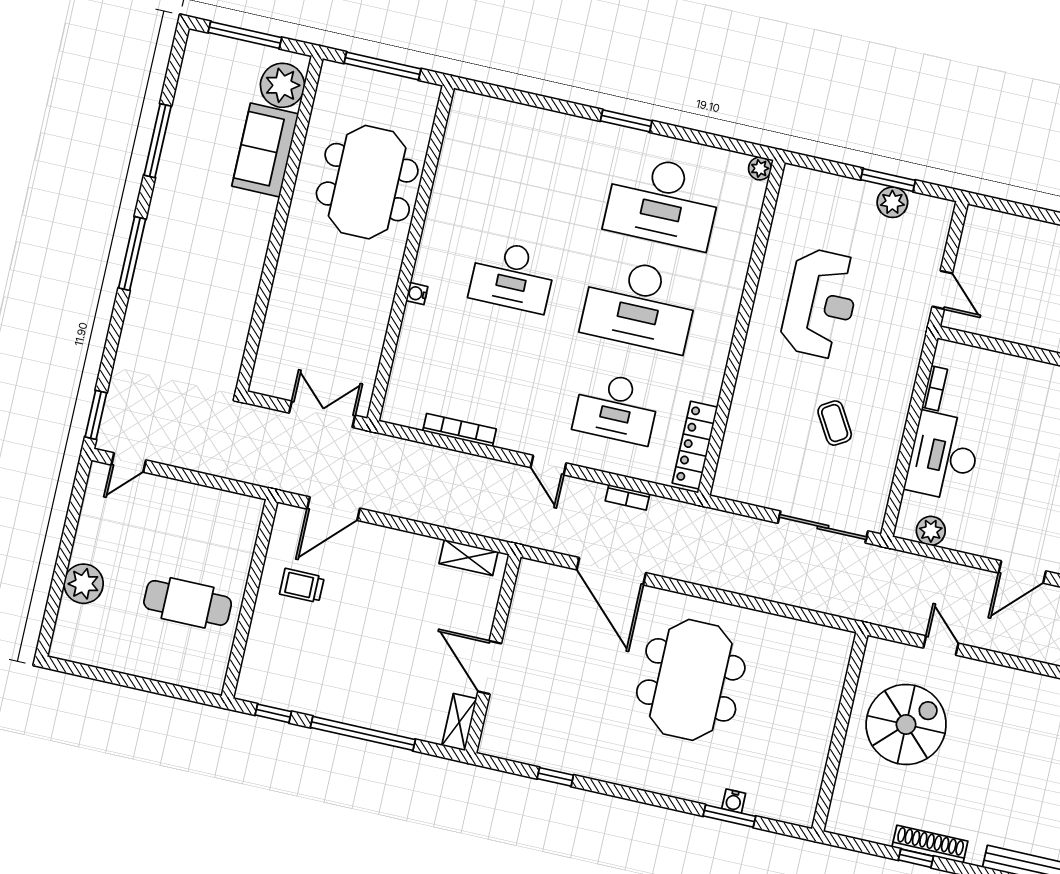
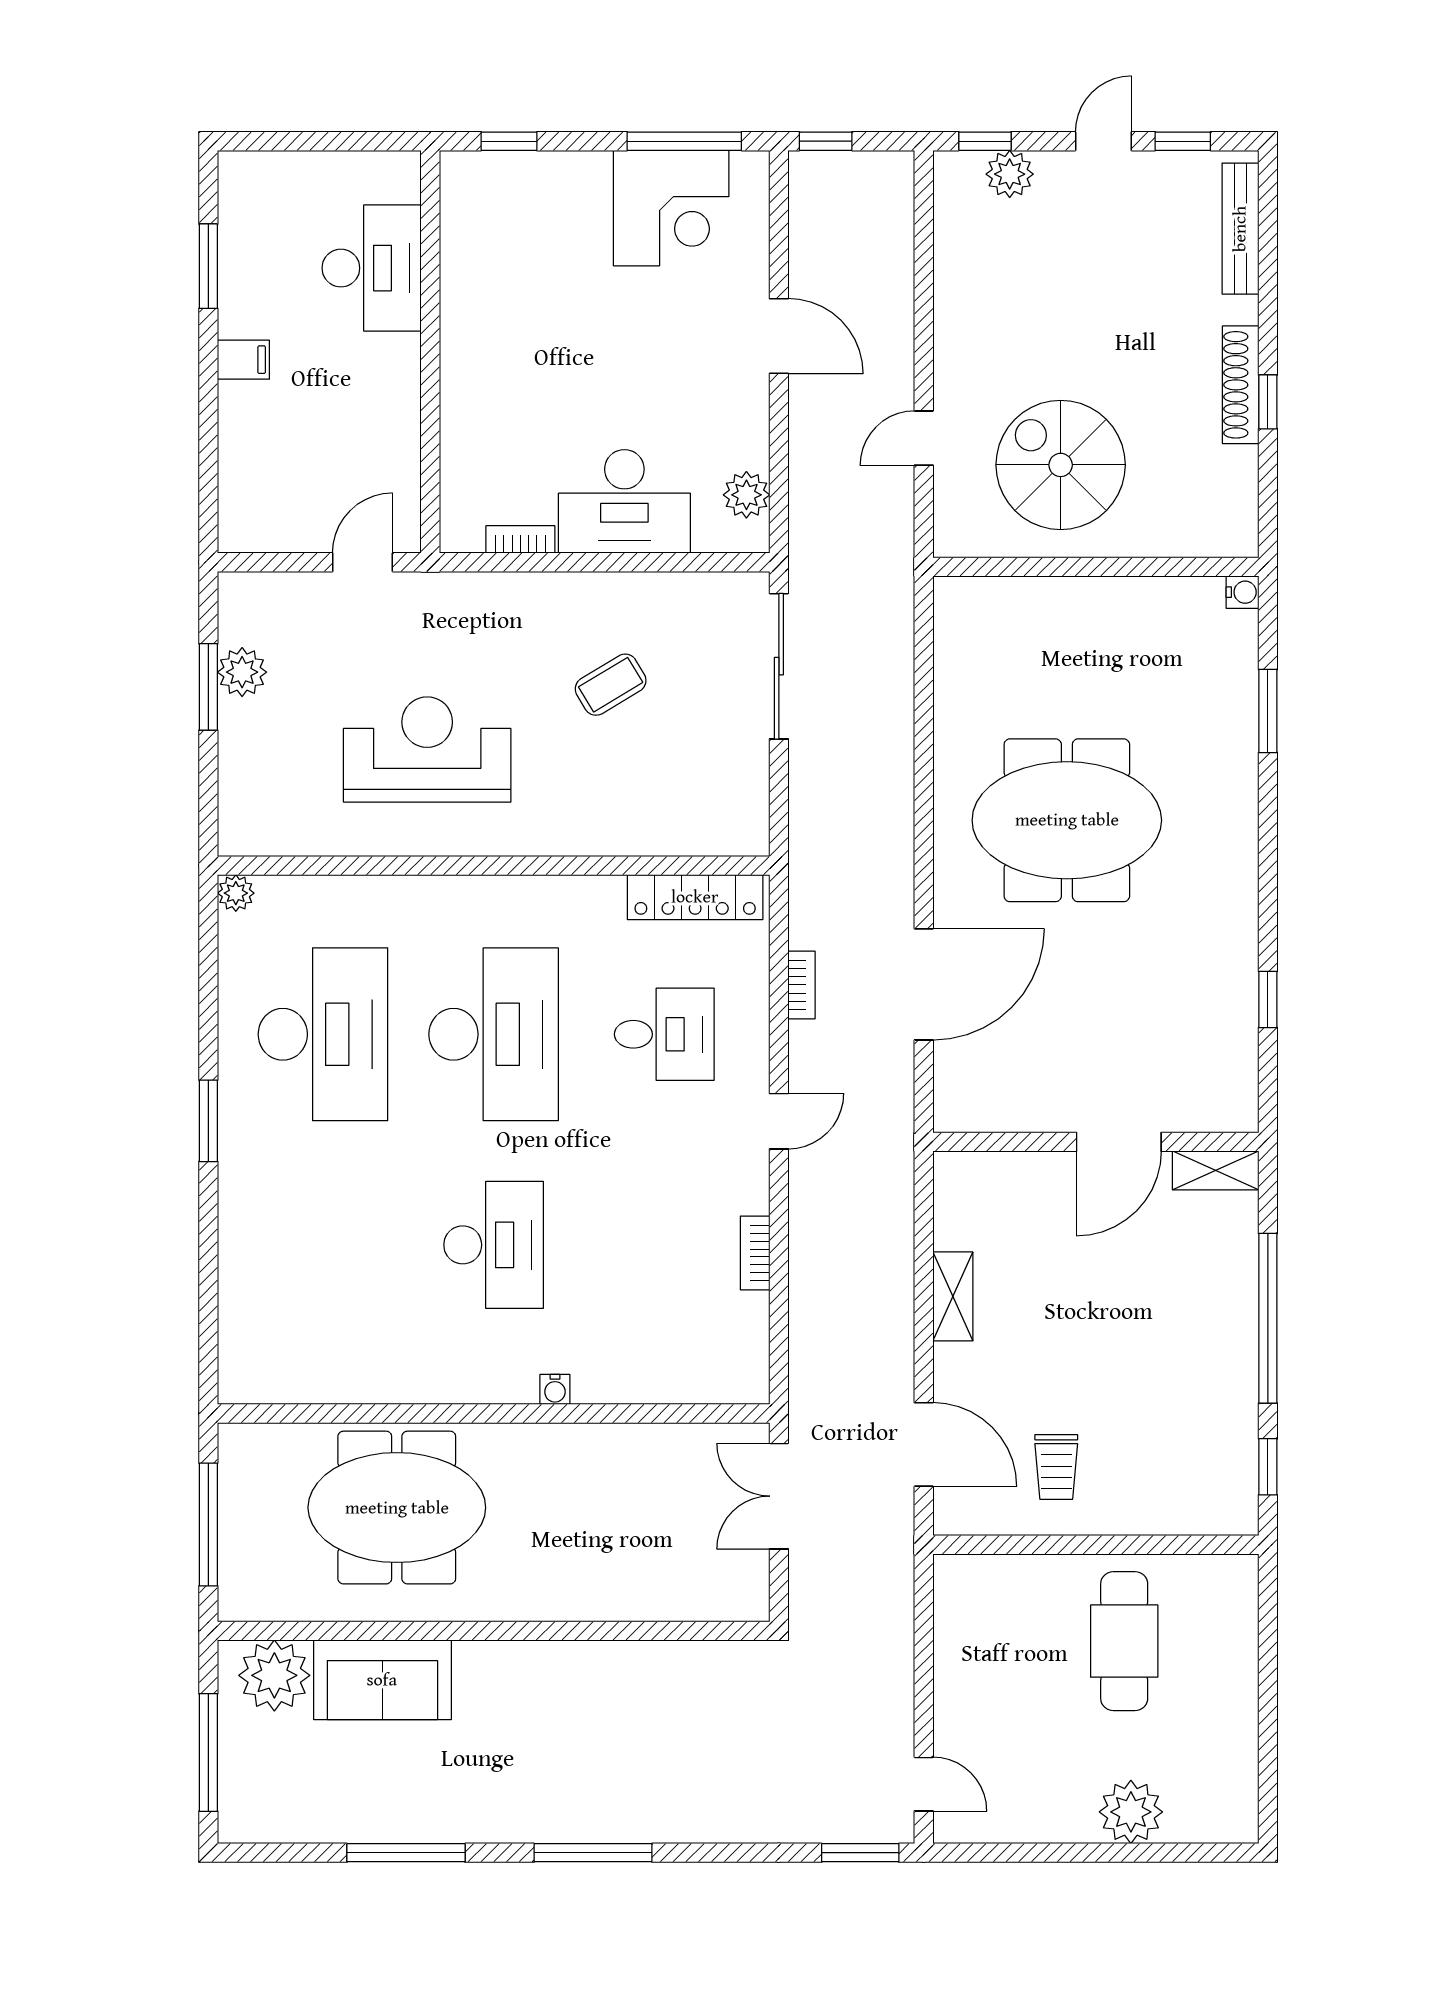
desk: (616, 408) -> (664, 1034), width x0.73
bookcase: (460, 430) -> (755, 1253), width x0.64
shelving: (469, 558) -> (953, 1296), moved
water cooler: (734, 801) -> (1242, 592), moved

